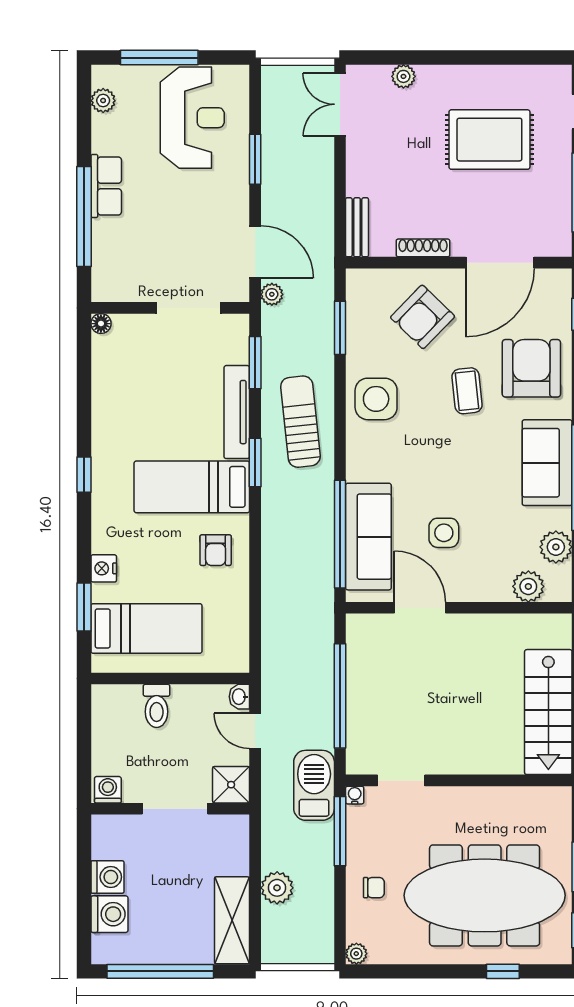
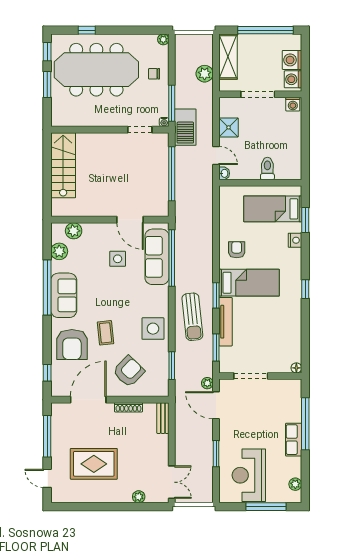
washing machine: (108, 790) -> (293, 104), moved
wall: (170, 809) -> (260, 94), moved
doorway: (175, 809) -> (258, 94), moved

